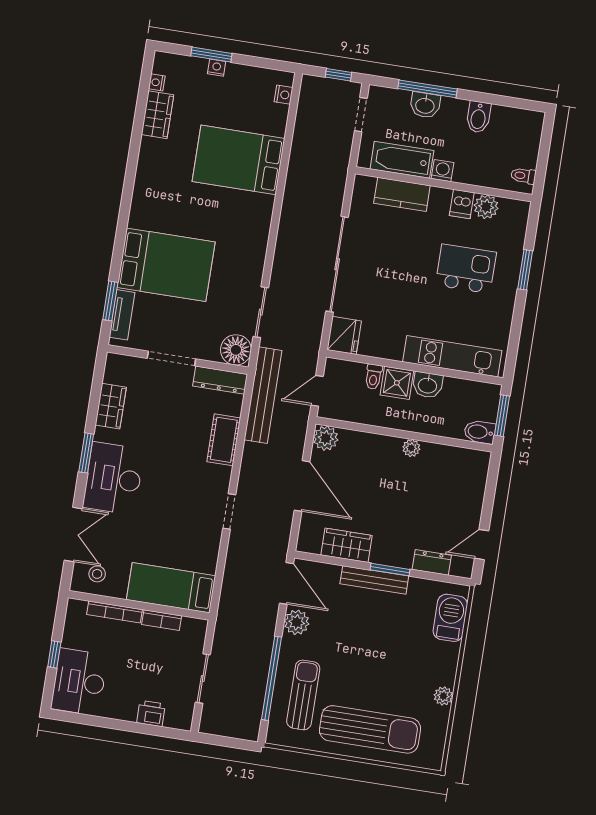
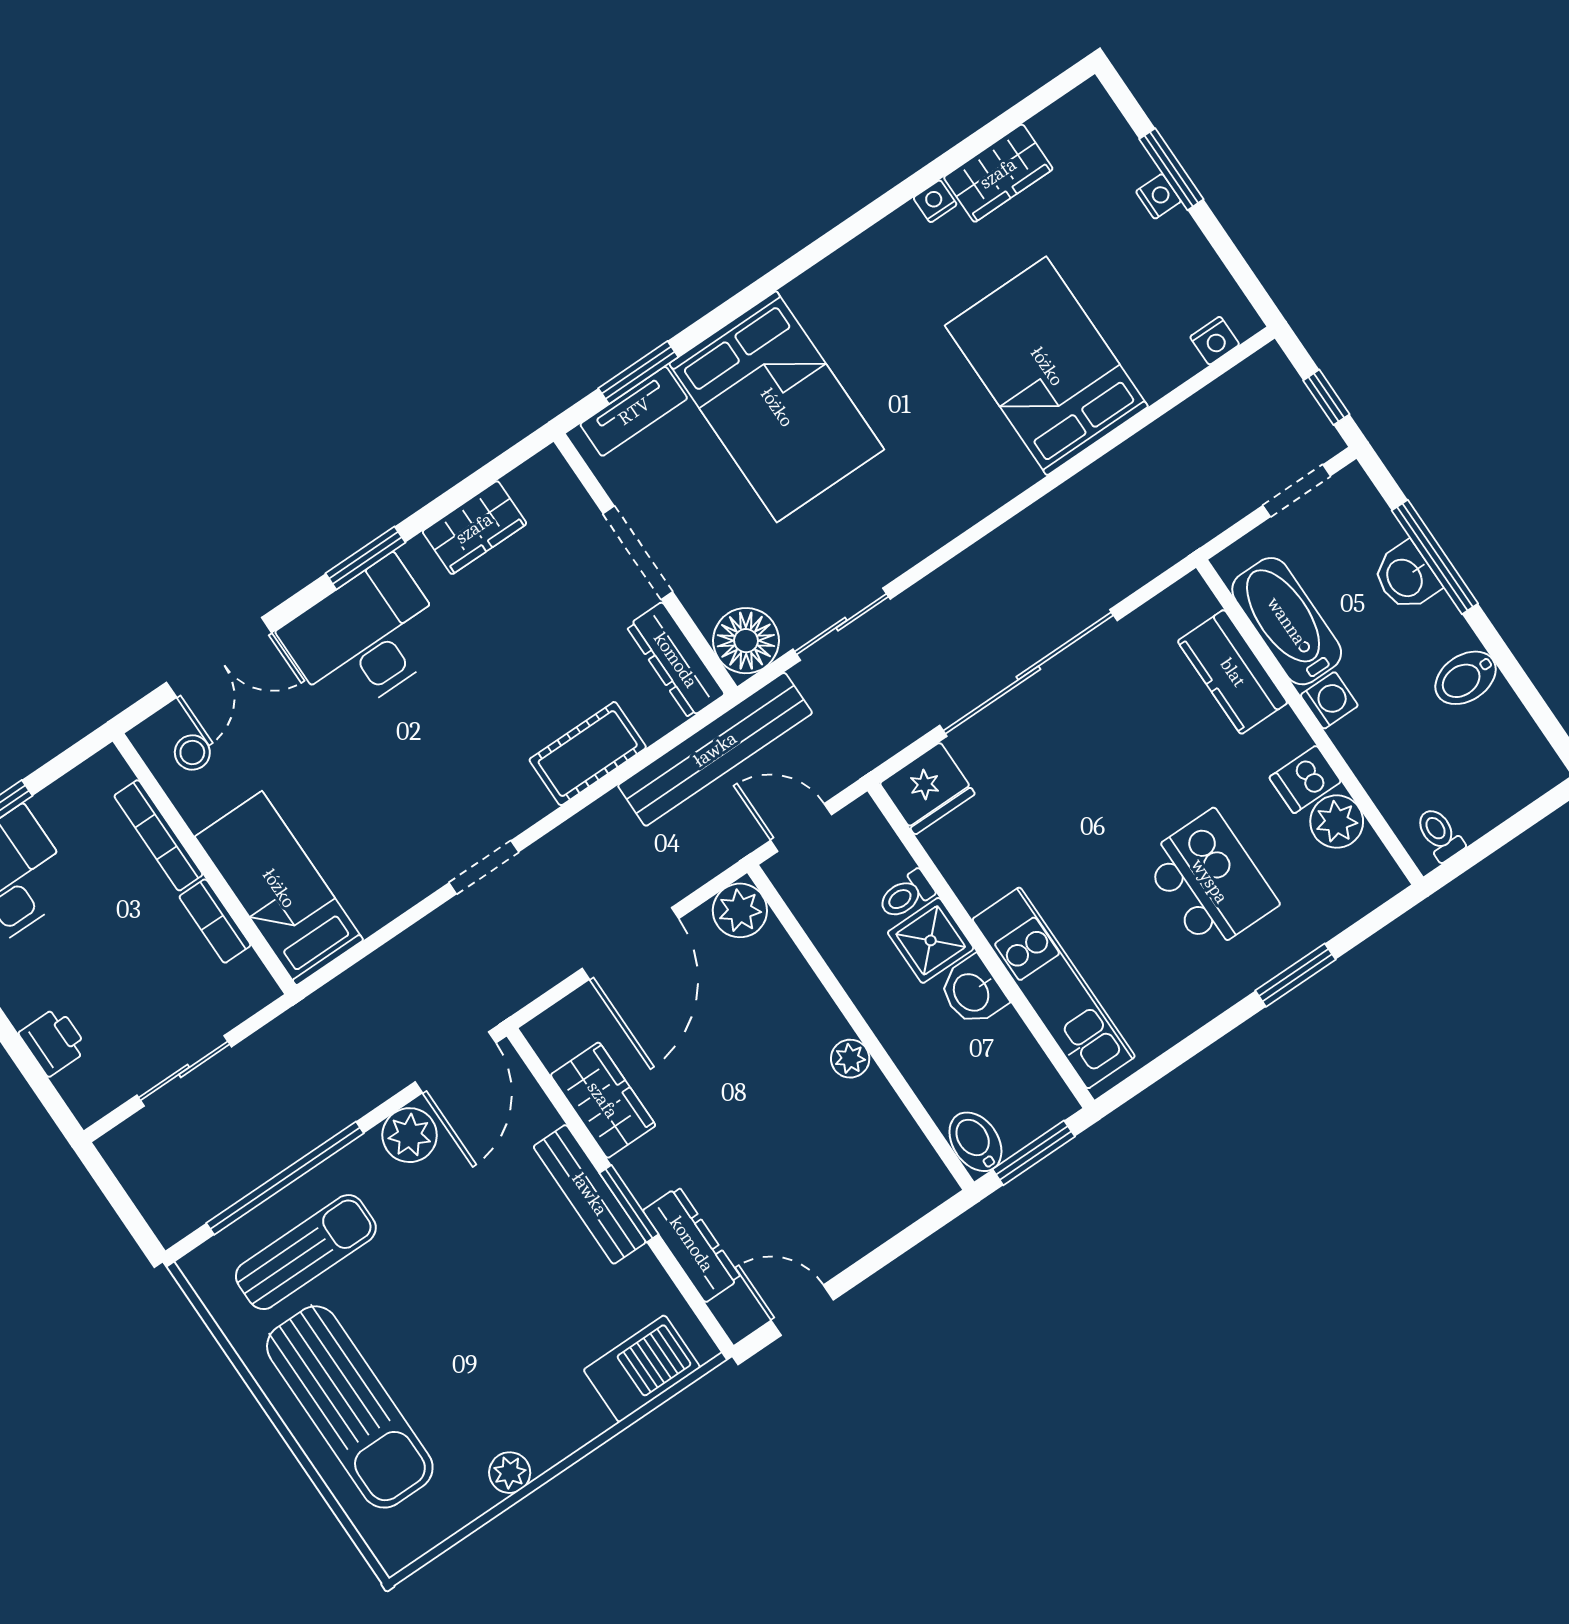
nightstand: (157, 82) -> (935, 201), moved
dresser: (432, 562) -> (692, 1244), width x1.44

